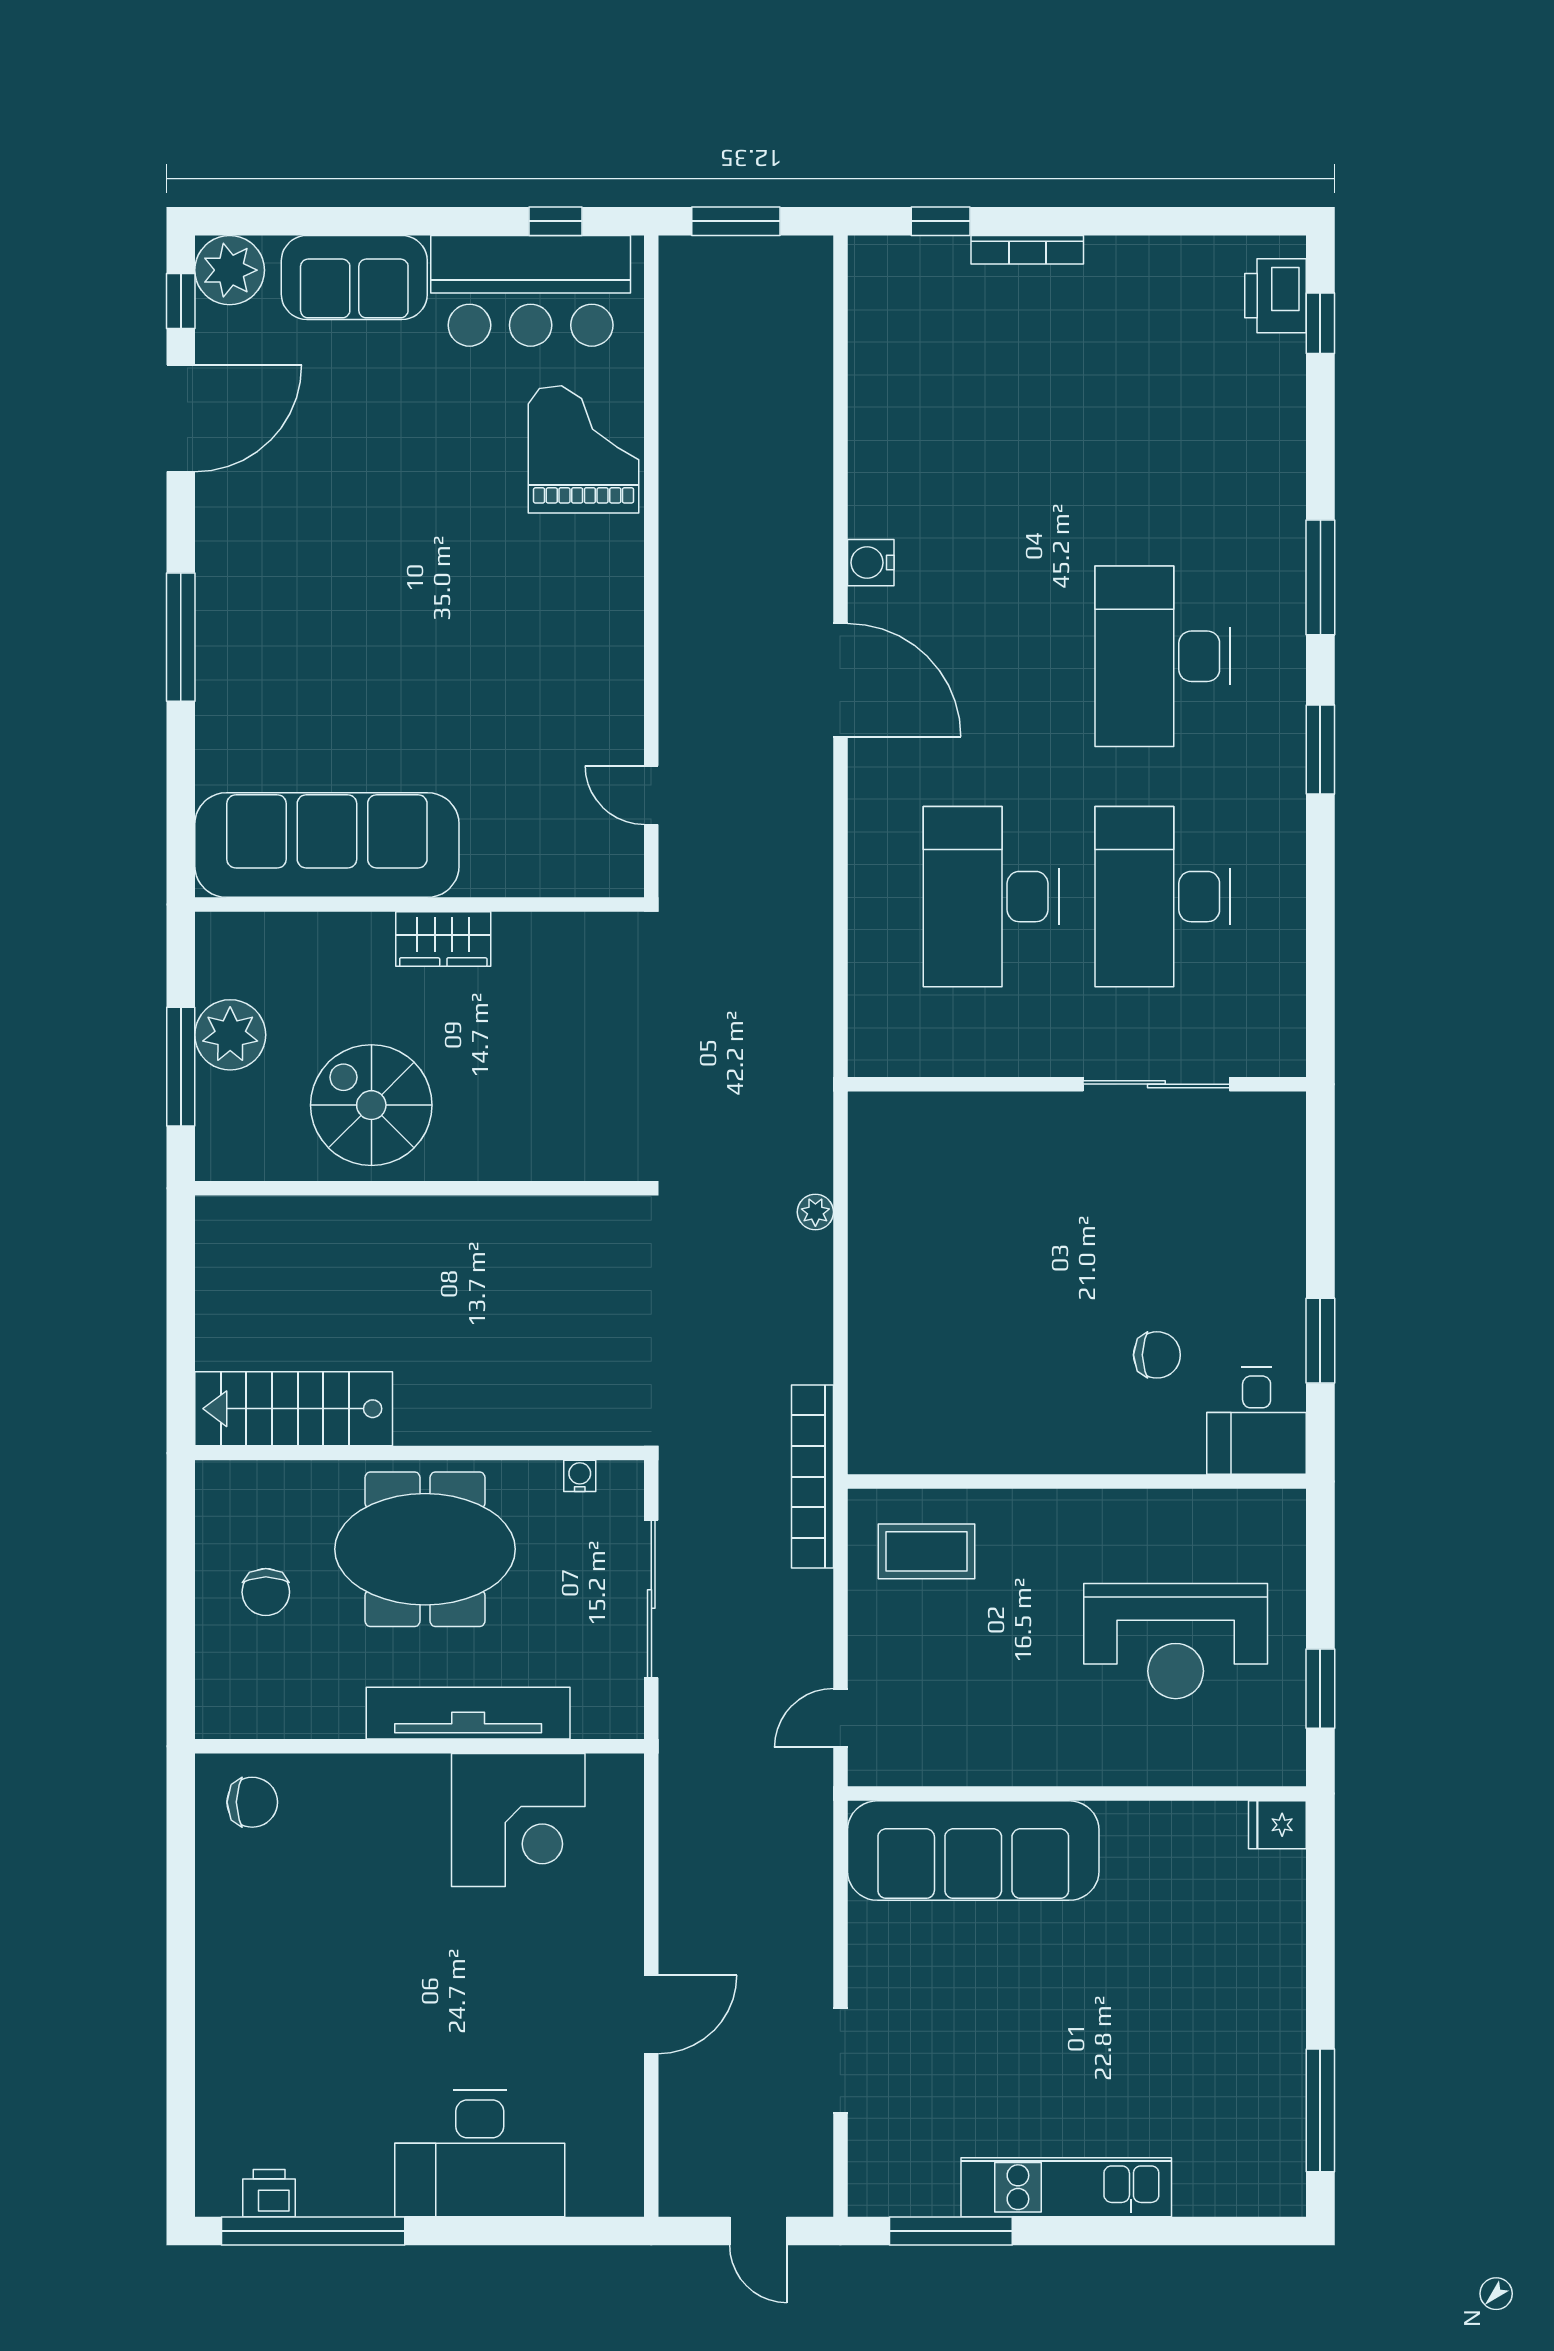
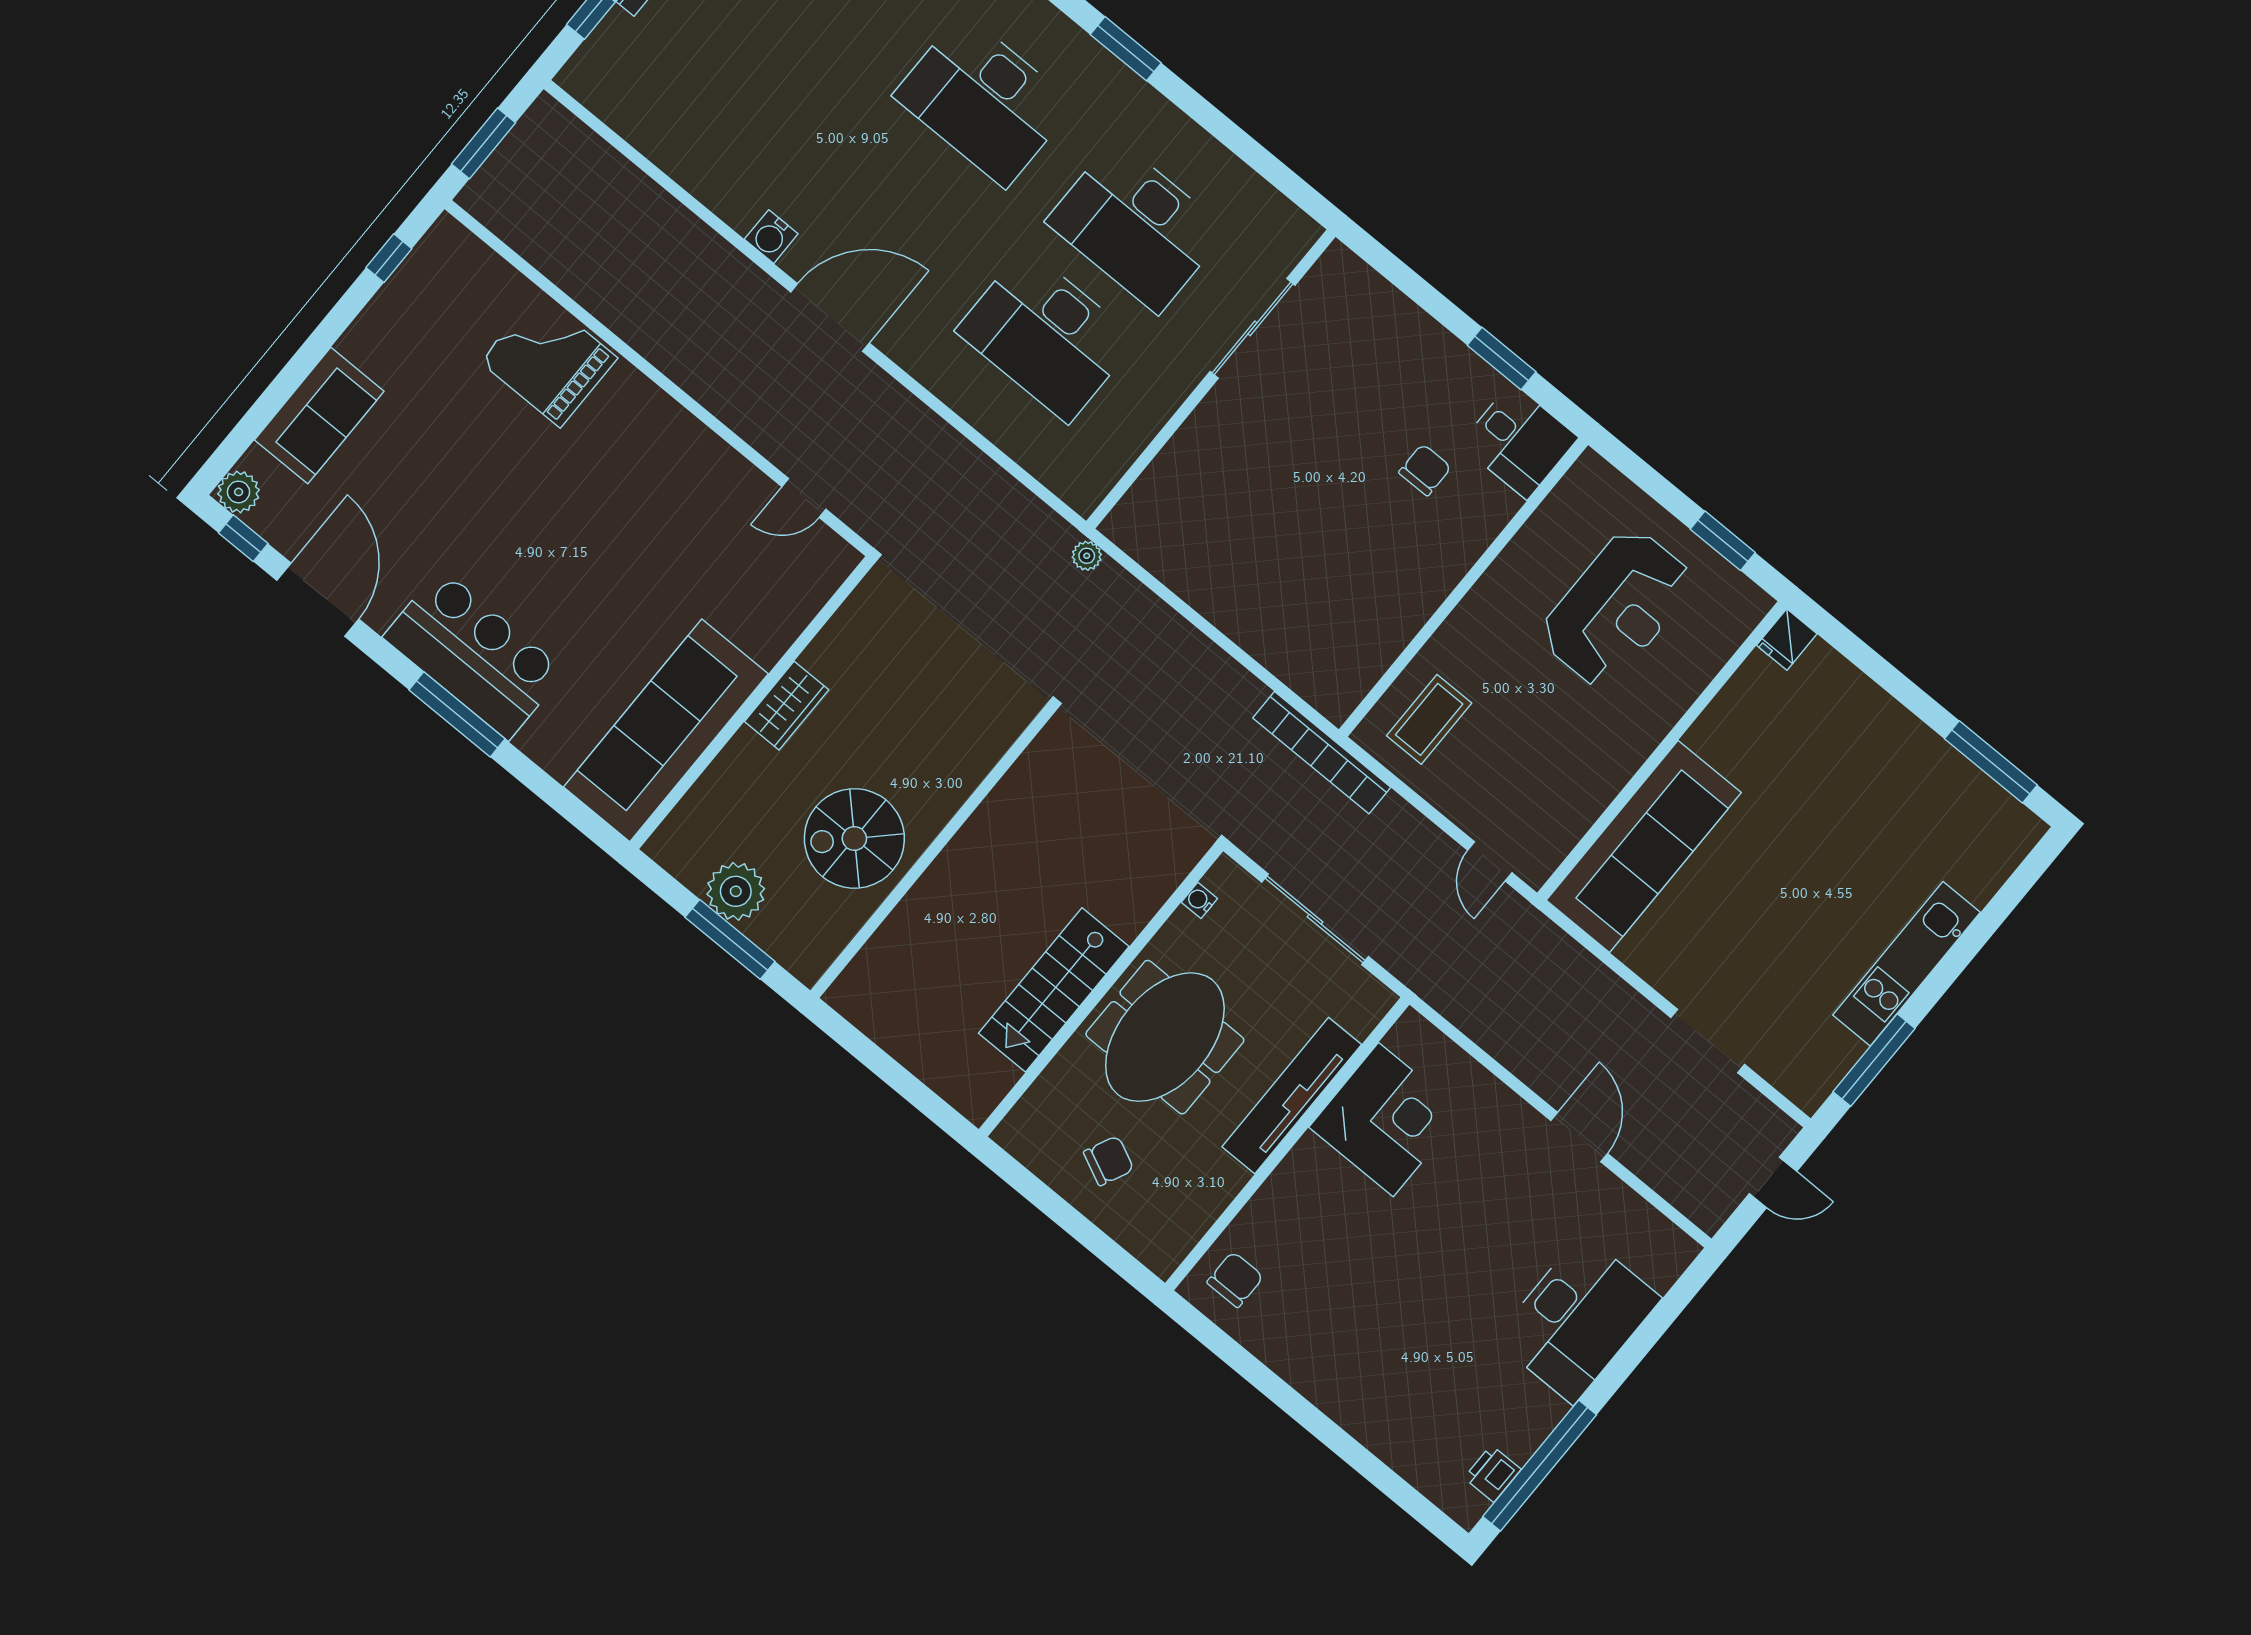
plant: (230, 270) -> (239, 492), width x0.73, depth x0.73
bar counter: (531, 291) -> (474, 654), moved, turned -90
plant: (815, 1212) -> (1087, 556), moved
stairs: (294, 1409) -> (1054, 990), moved
chair: (266, 1592) -> (1109, 1161), turned -65

